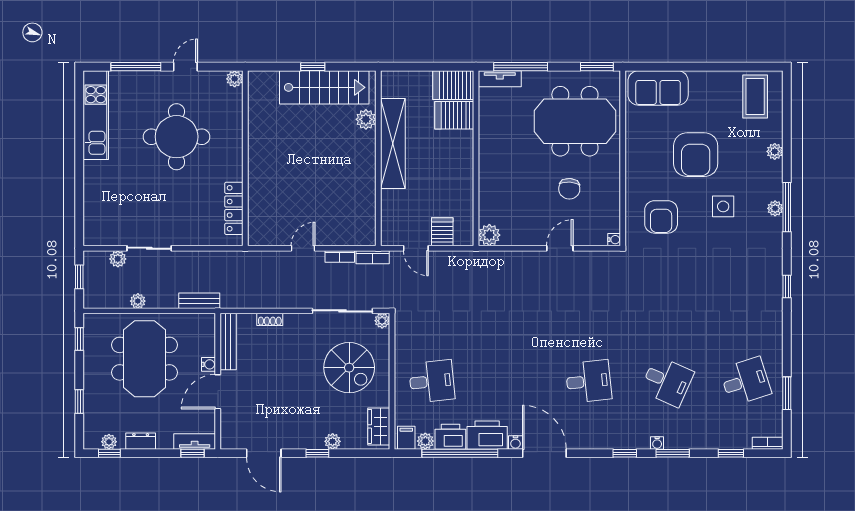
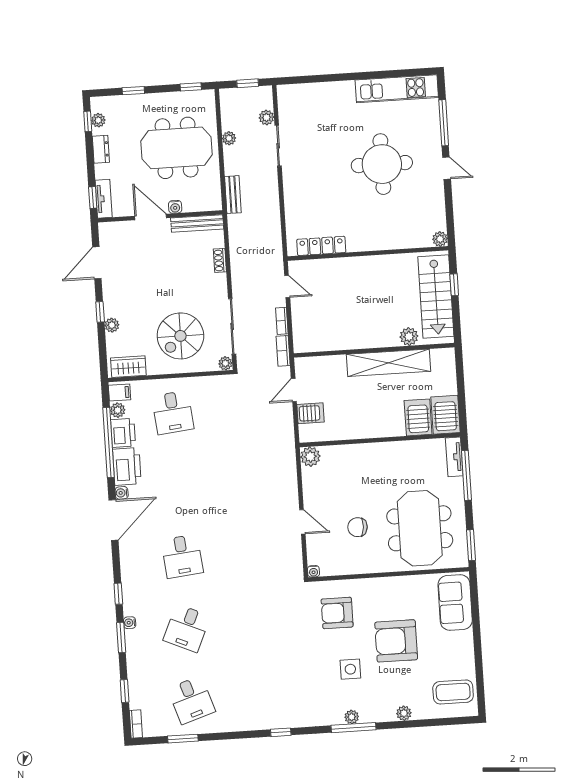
plant: (235, 79) -> (440, 239), moved
wall: (245, 158) -> (368, 253), moved
locker: (234, 208) -> (321, 246), moved

